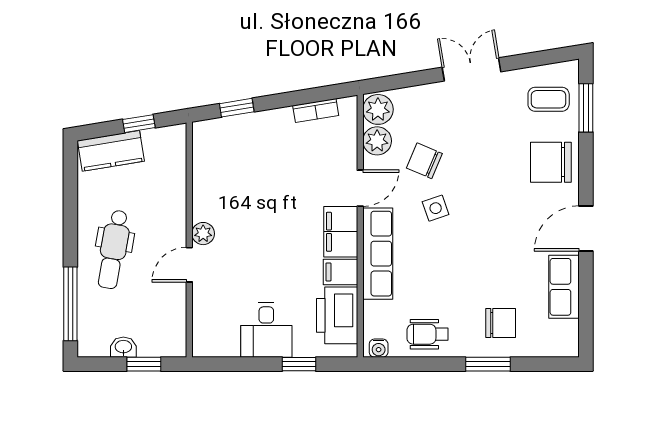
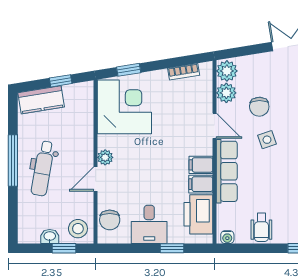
corner desk: (231, 161) -> (124, 107), added
chair: (424, 161) -> (259, 107), turned -114
door: (360, 188) -> (215, 126), hinge flipped
filing cabinet: (341, 232) -> (201, 165), width x0.50
window: (70, 304) -> (13, 160), moved
chair: (210, 323) -> (110, 220), added
wheelchair: (428, 334) -> (261, 227), turned -90
stool: (164, 336) -> (78, 229), added

